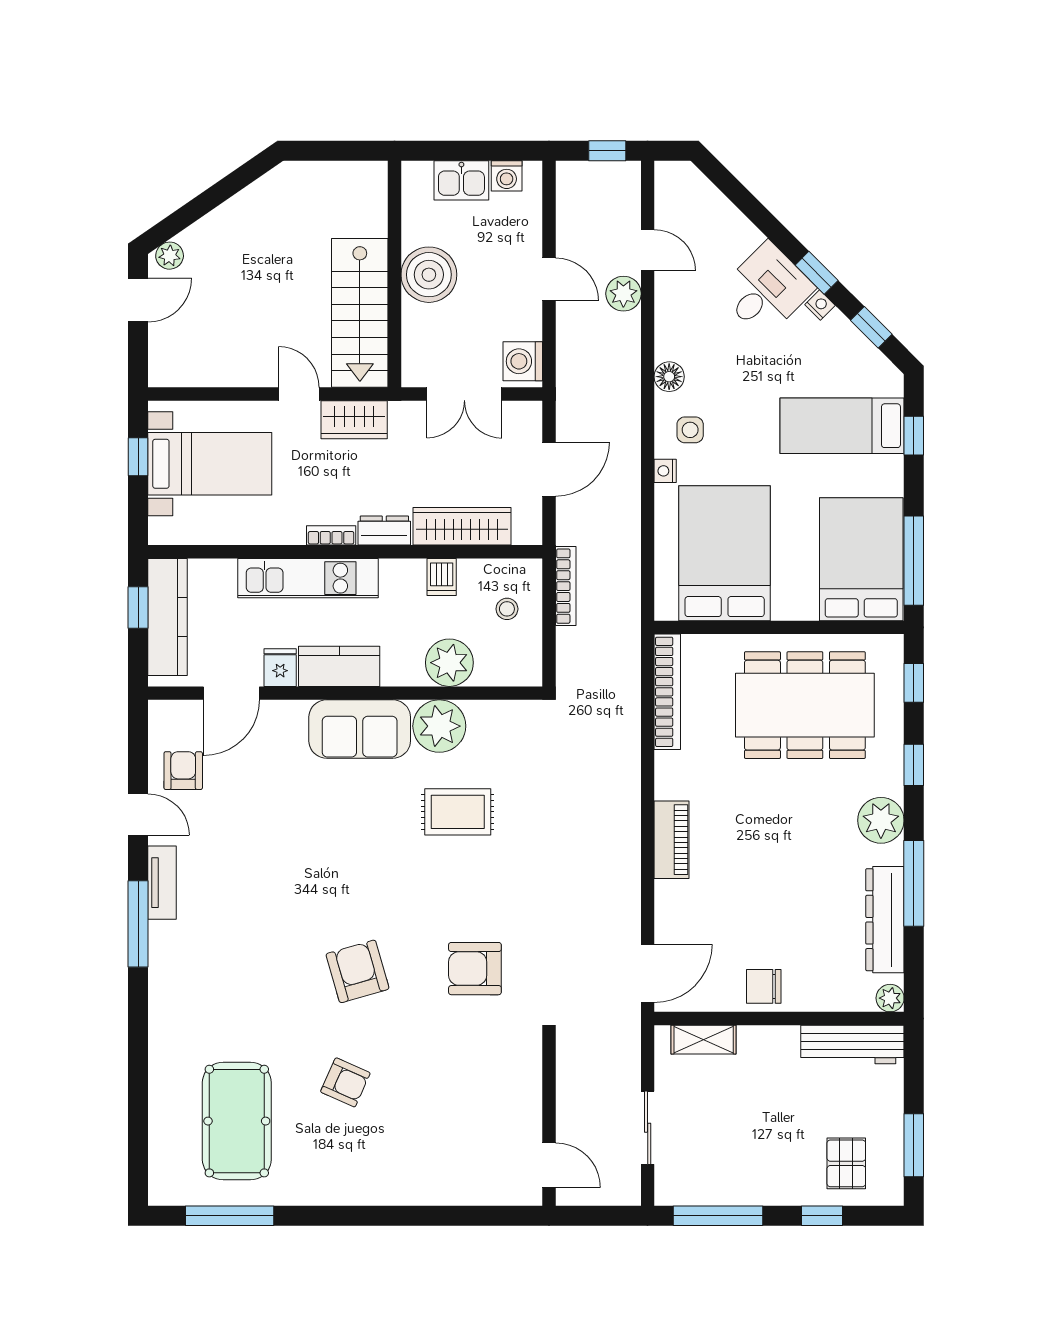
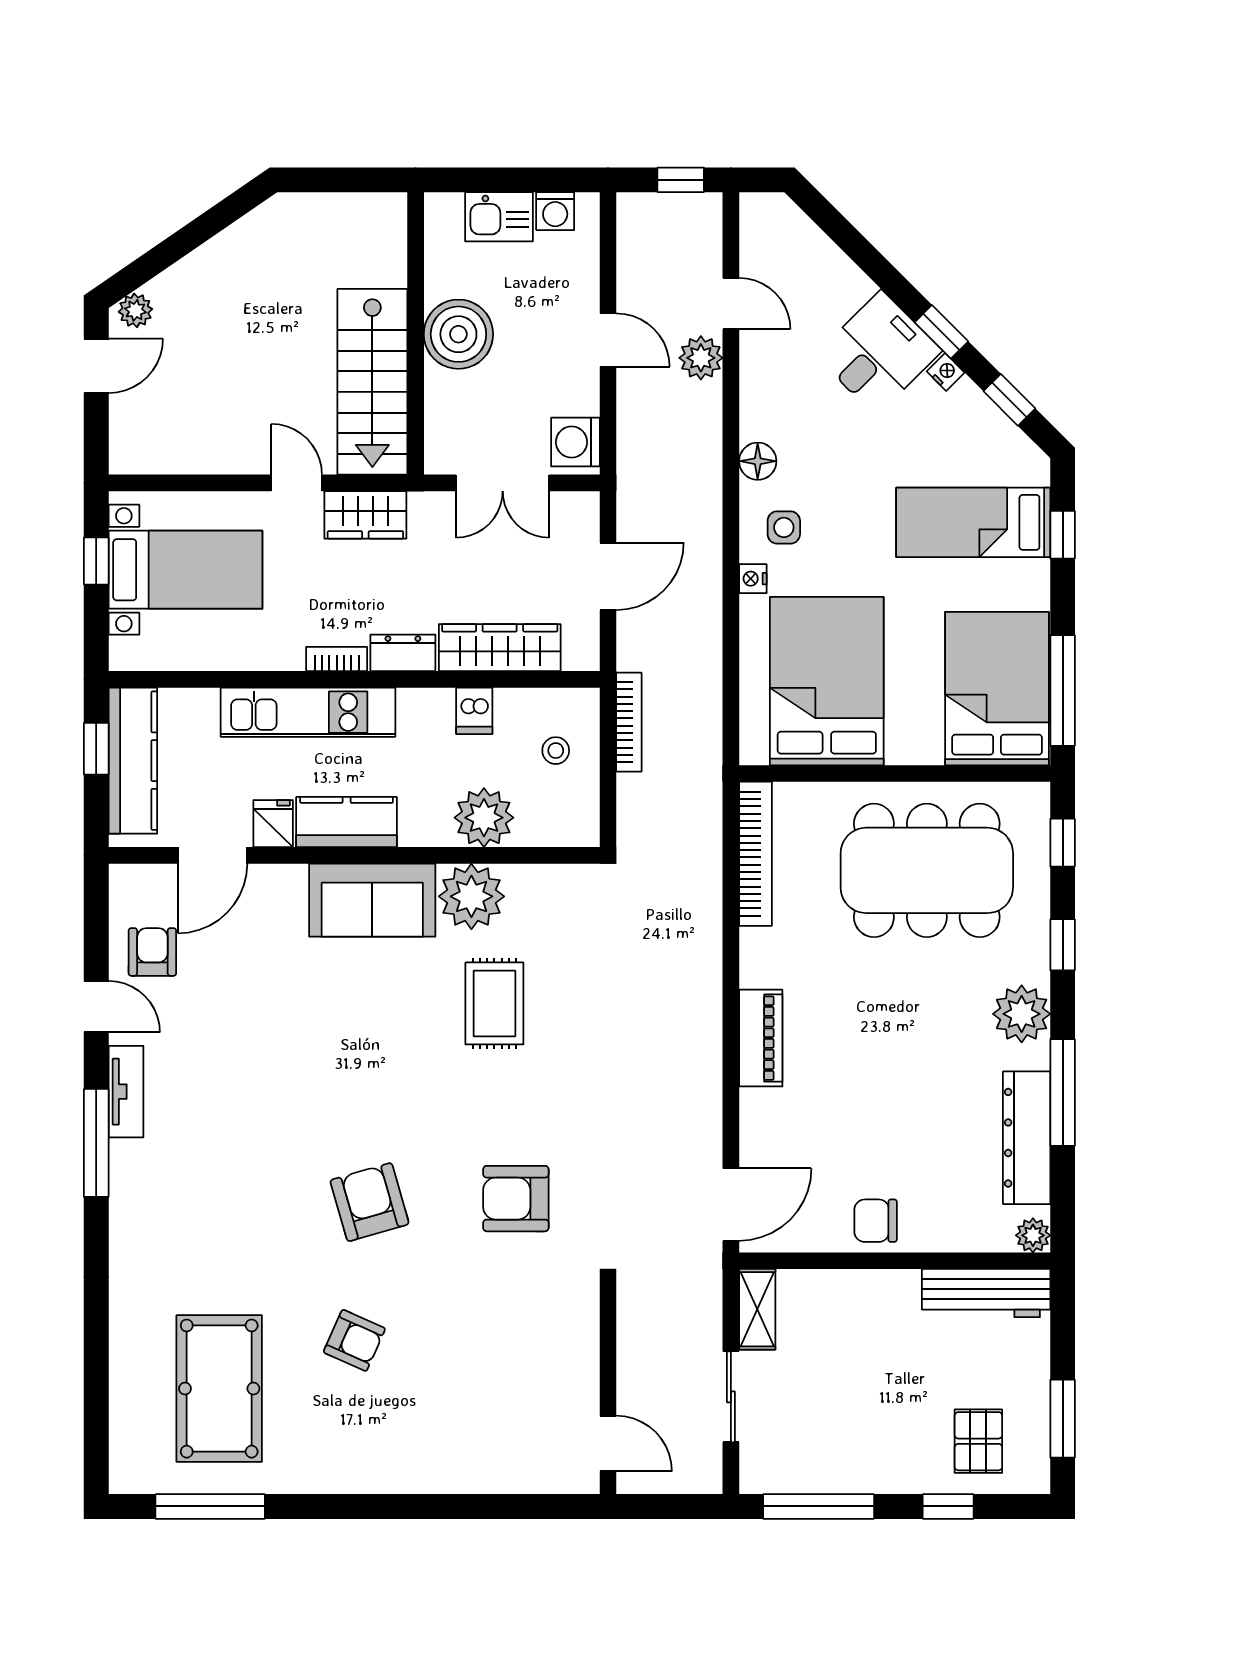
rug: (458, 812) -> (494, 1003), turned 90
shelving: (704, 1040) -> (757, 1309), moved, turned 90

